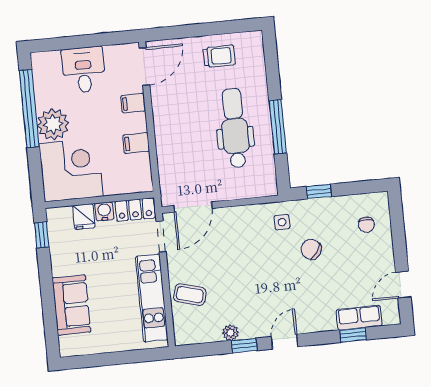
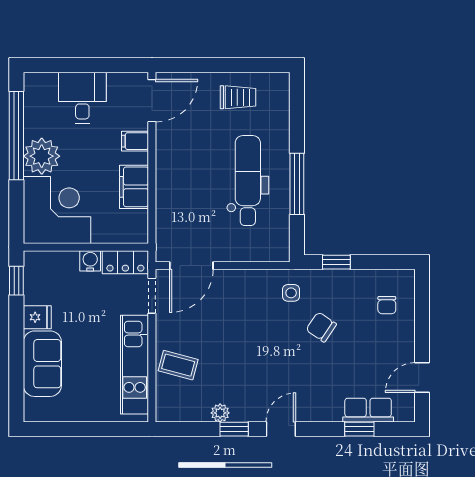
filing cabinet: (136, 143) -> (134, 187), width x2.00
fridge: (84, 217) -> (37, 317), moved, turned -90

